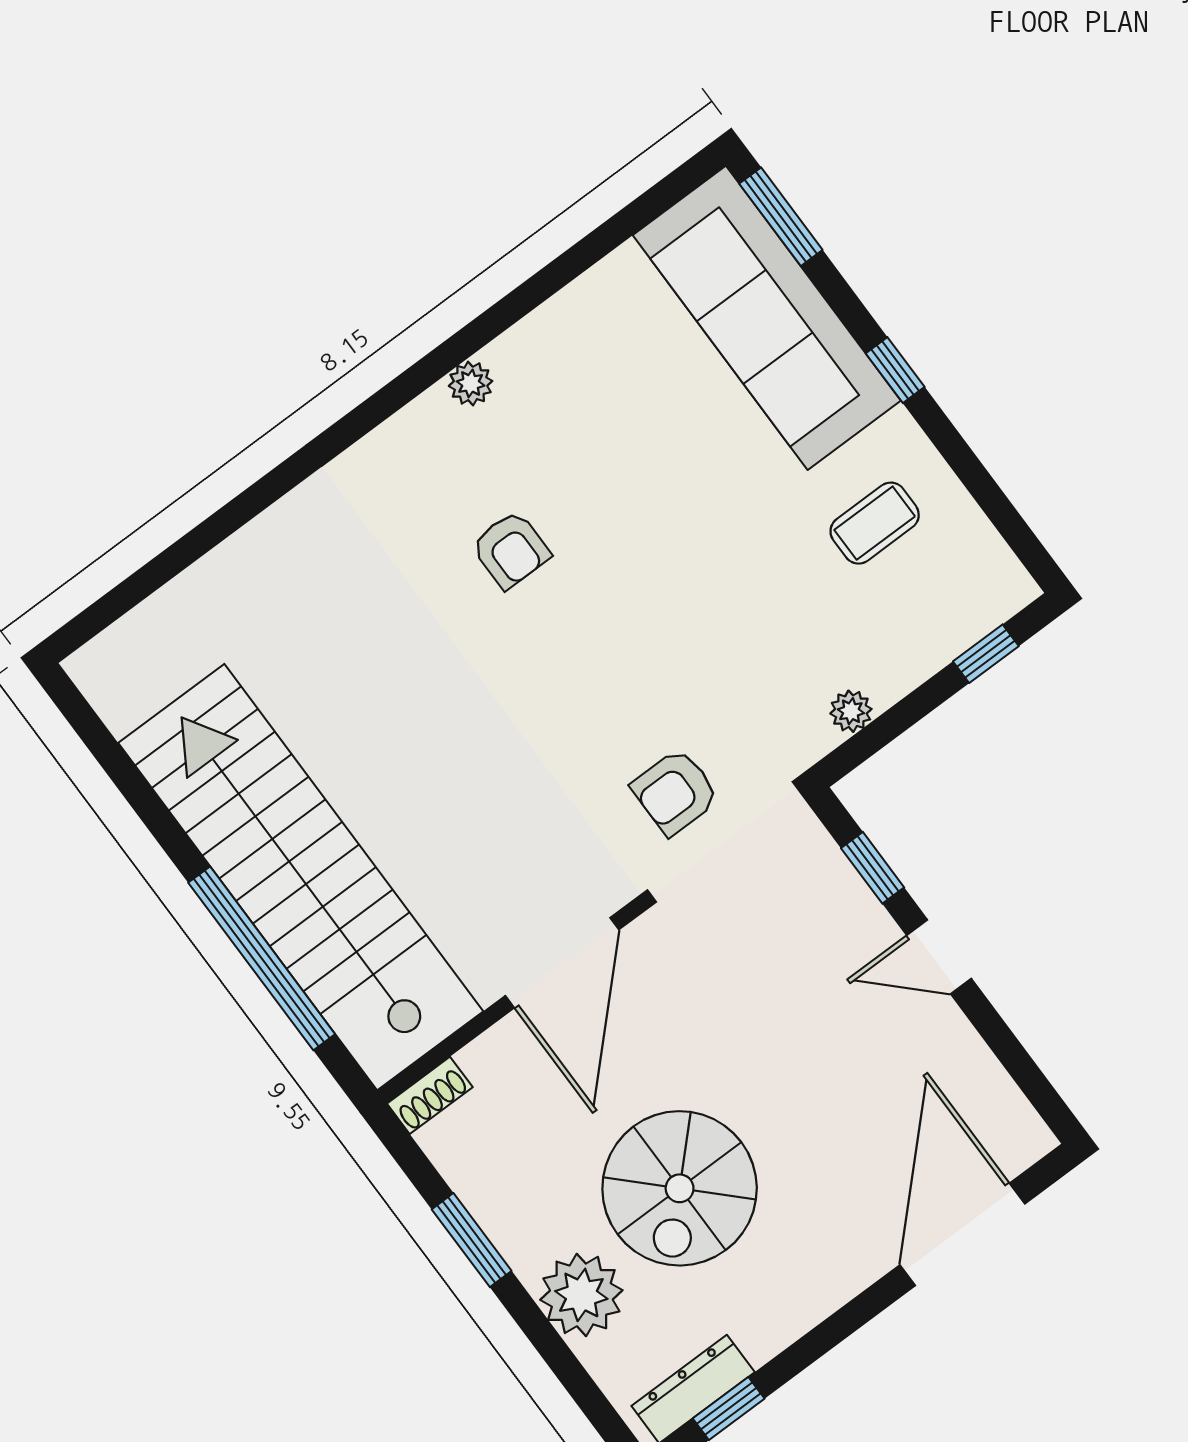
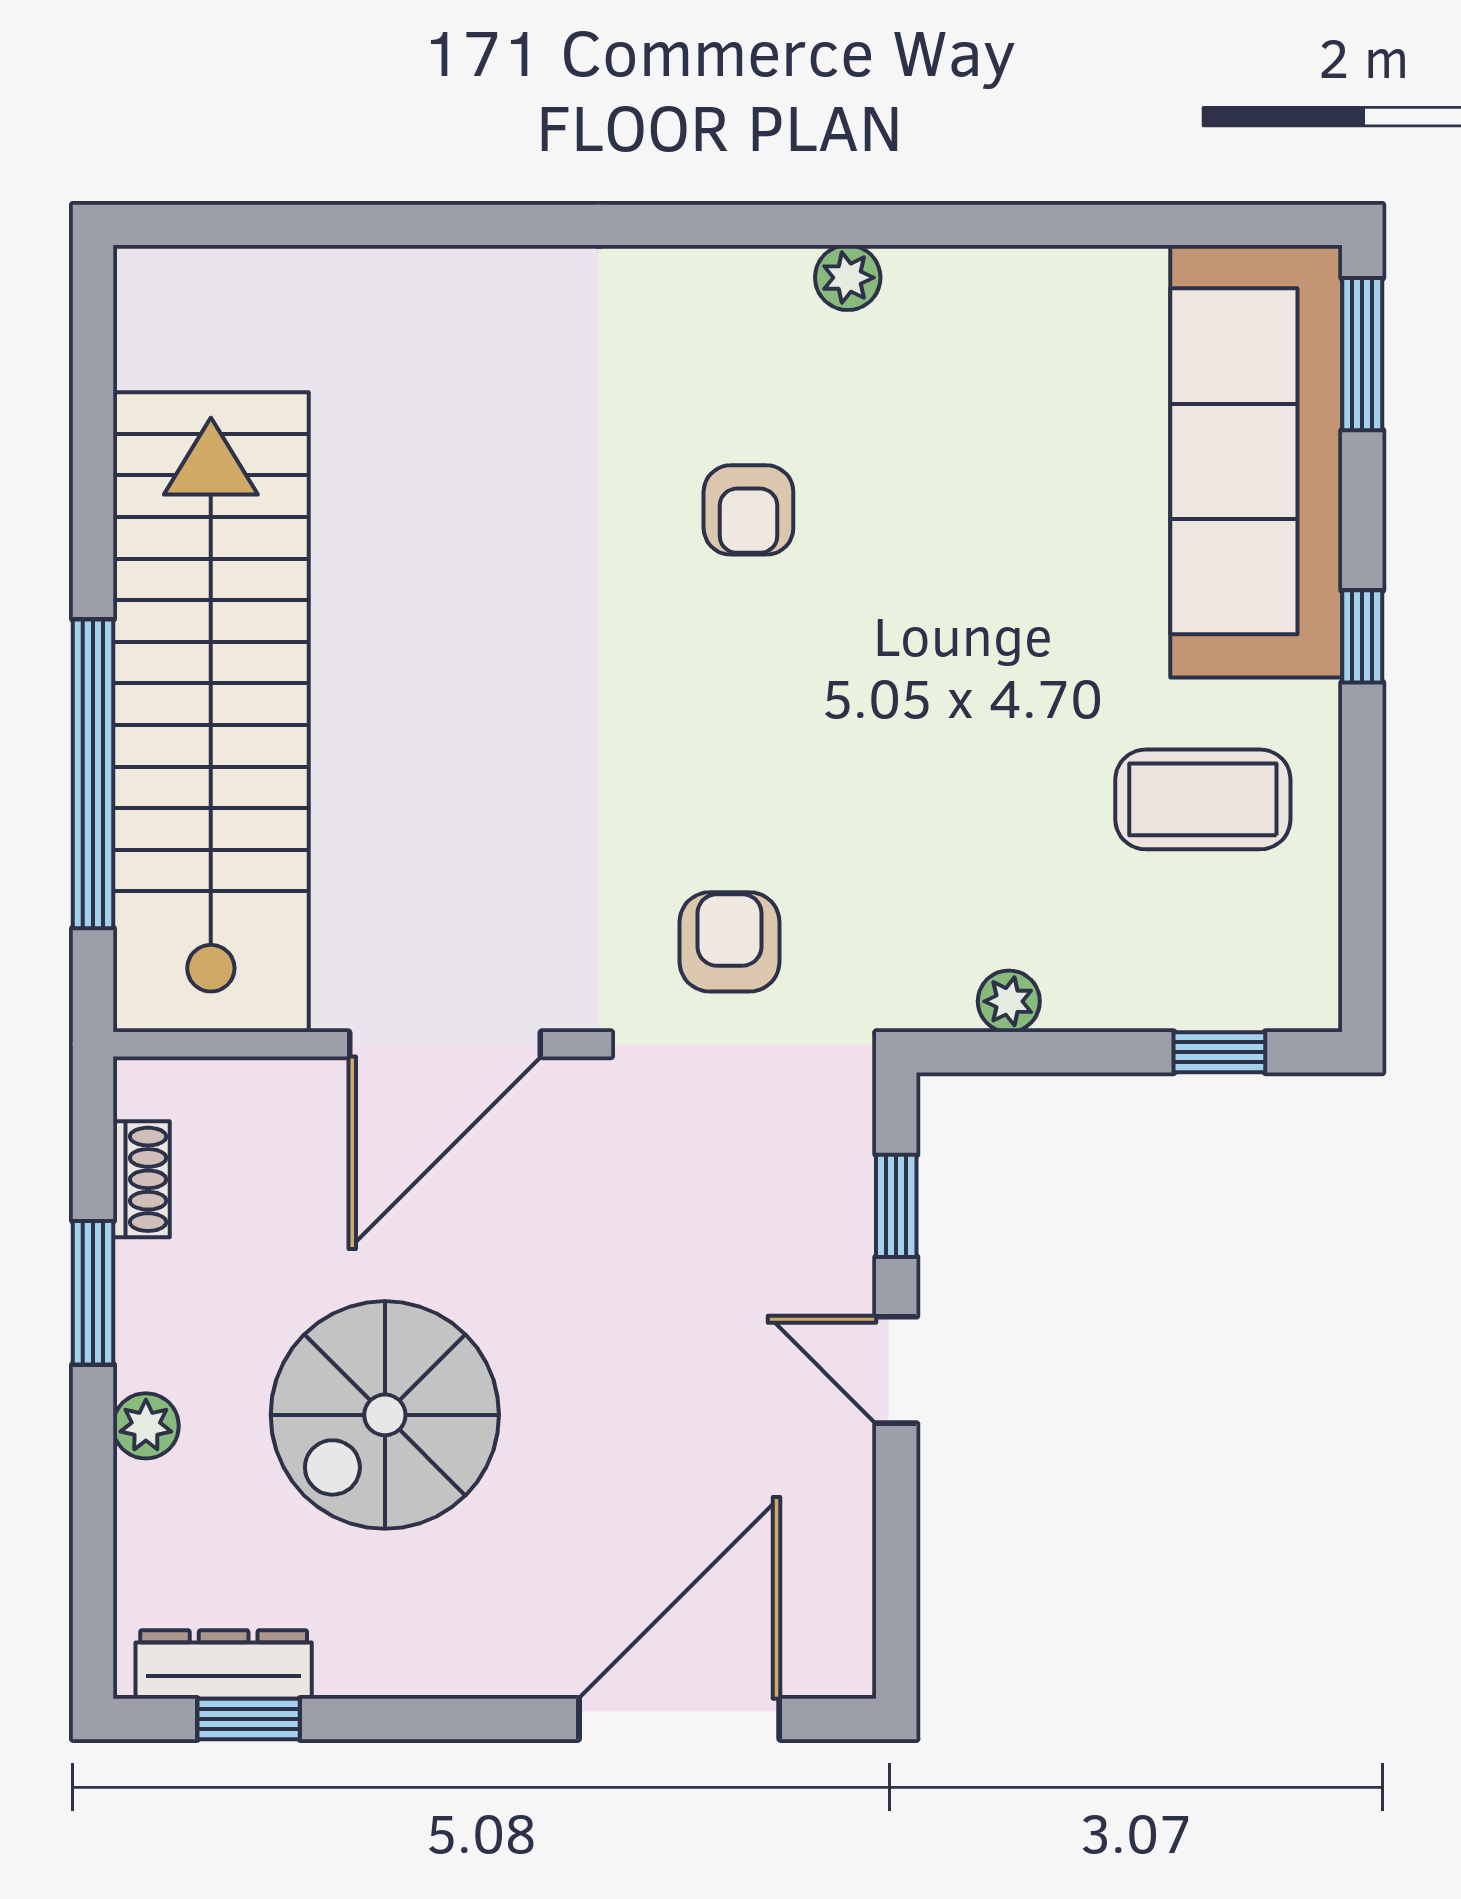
coffee table: (875, 523) -> (1203, 799), width x1.36, depth x1.30
armchair: (675, 792) -> (730, 942), turned 90
shoe rack: (430, 1095) -> (141, 1179), moved, turned -90
plant: (581, 1295) -> (146, 1426), width x0.53, depth x0.53

